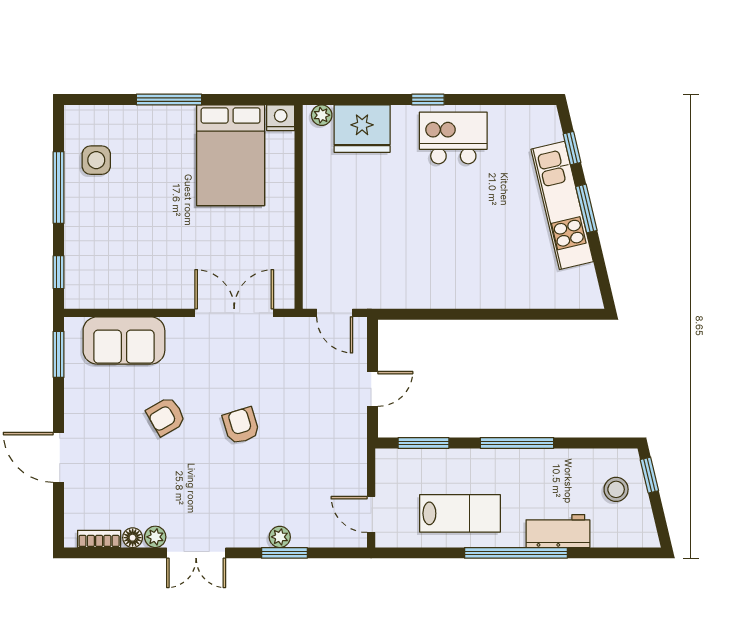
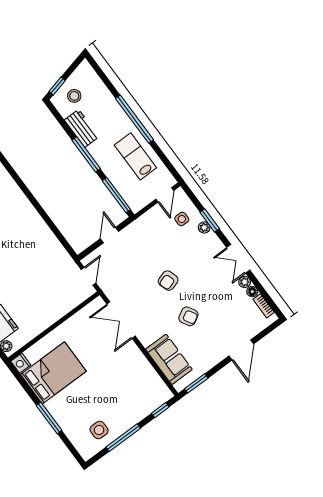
door: (372, 389) -> (109, 235), hinge flipped
window: (423, 443) -> (116, 195), width x1.44
side table: (317, 513) -> (182, 219), added
workbench: (558, 531) -> (82, 128), moved, turned 180
double door: (196, 553) -> (238, 259), swing flipped

